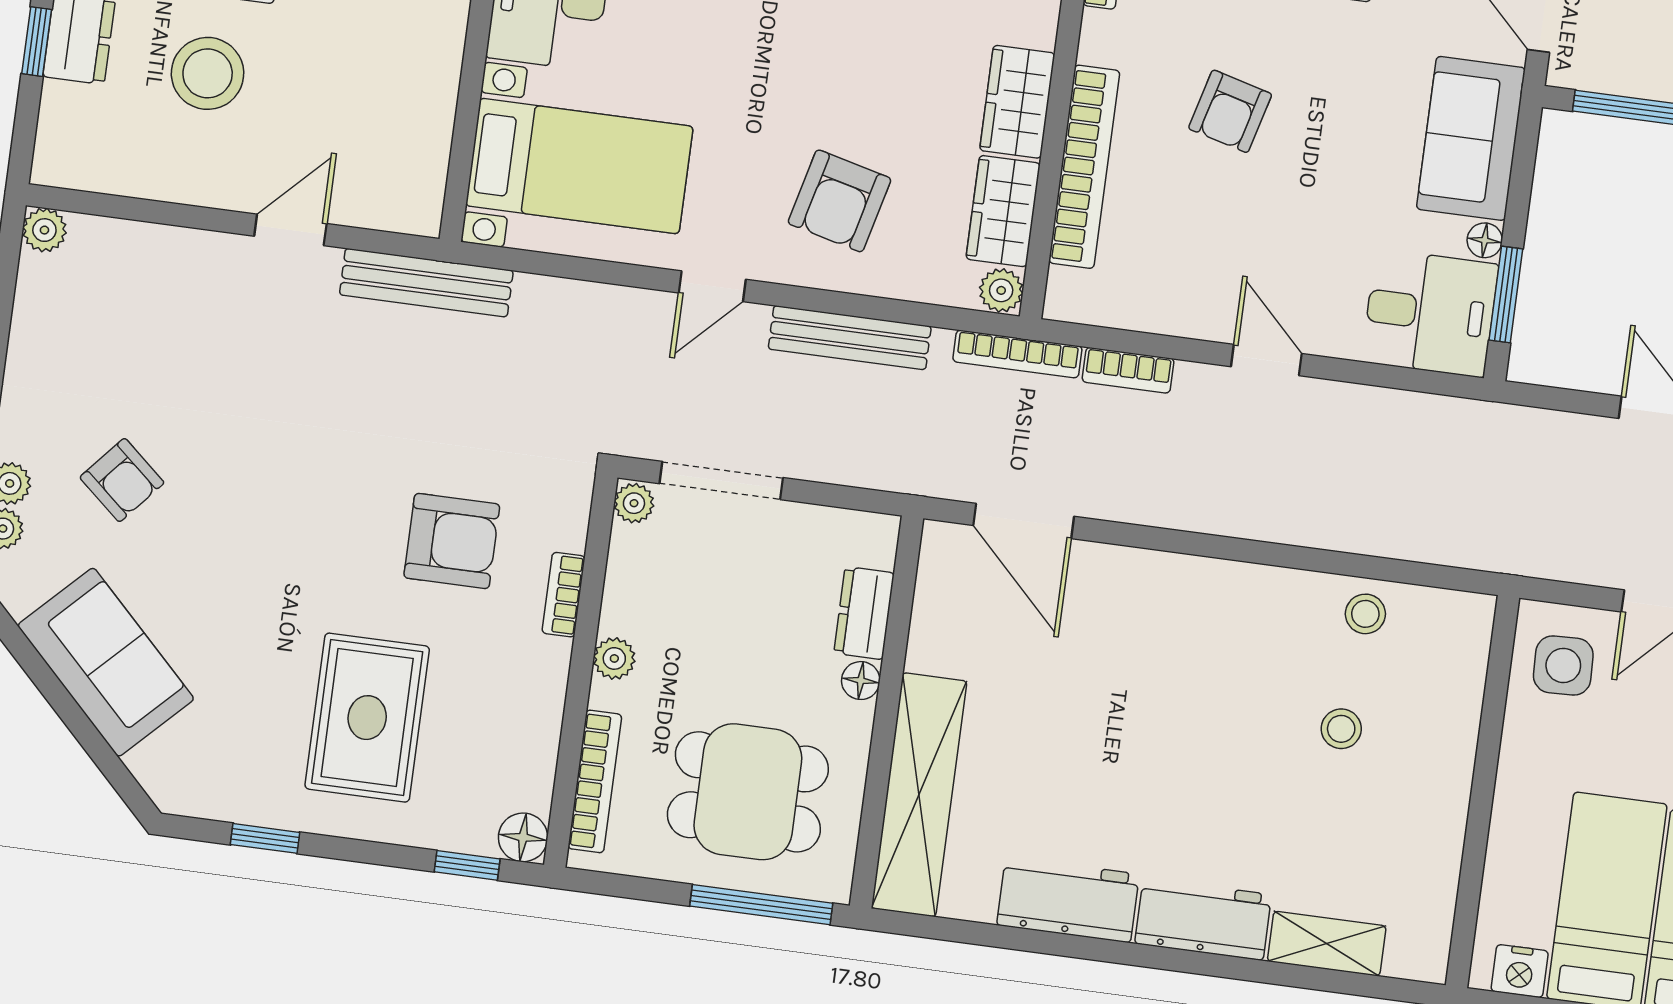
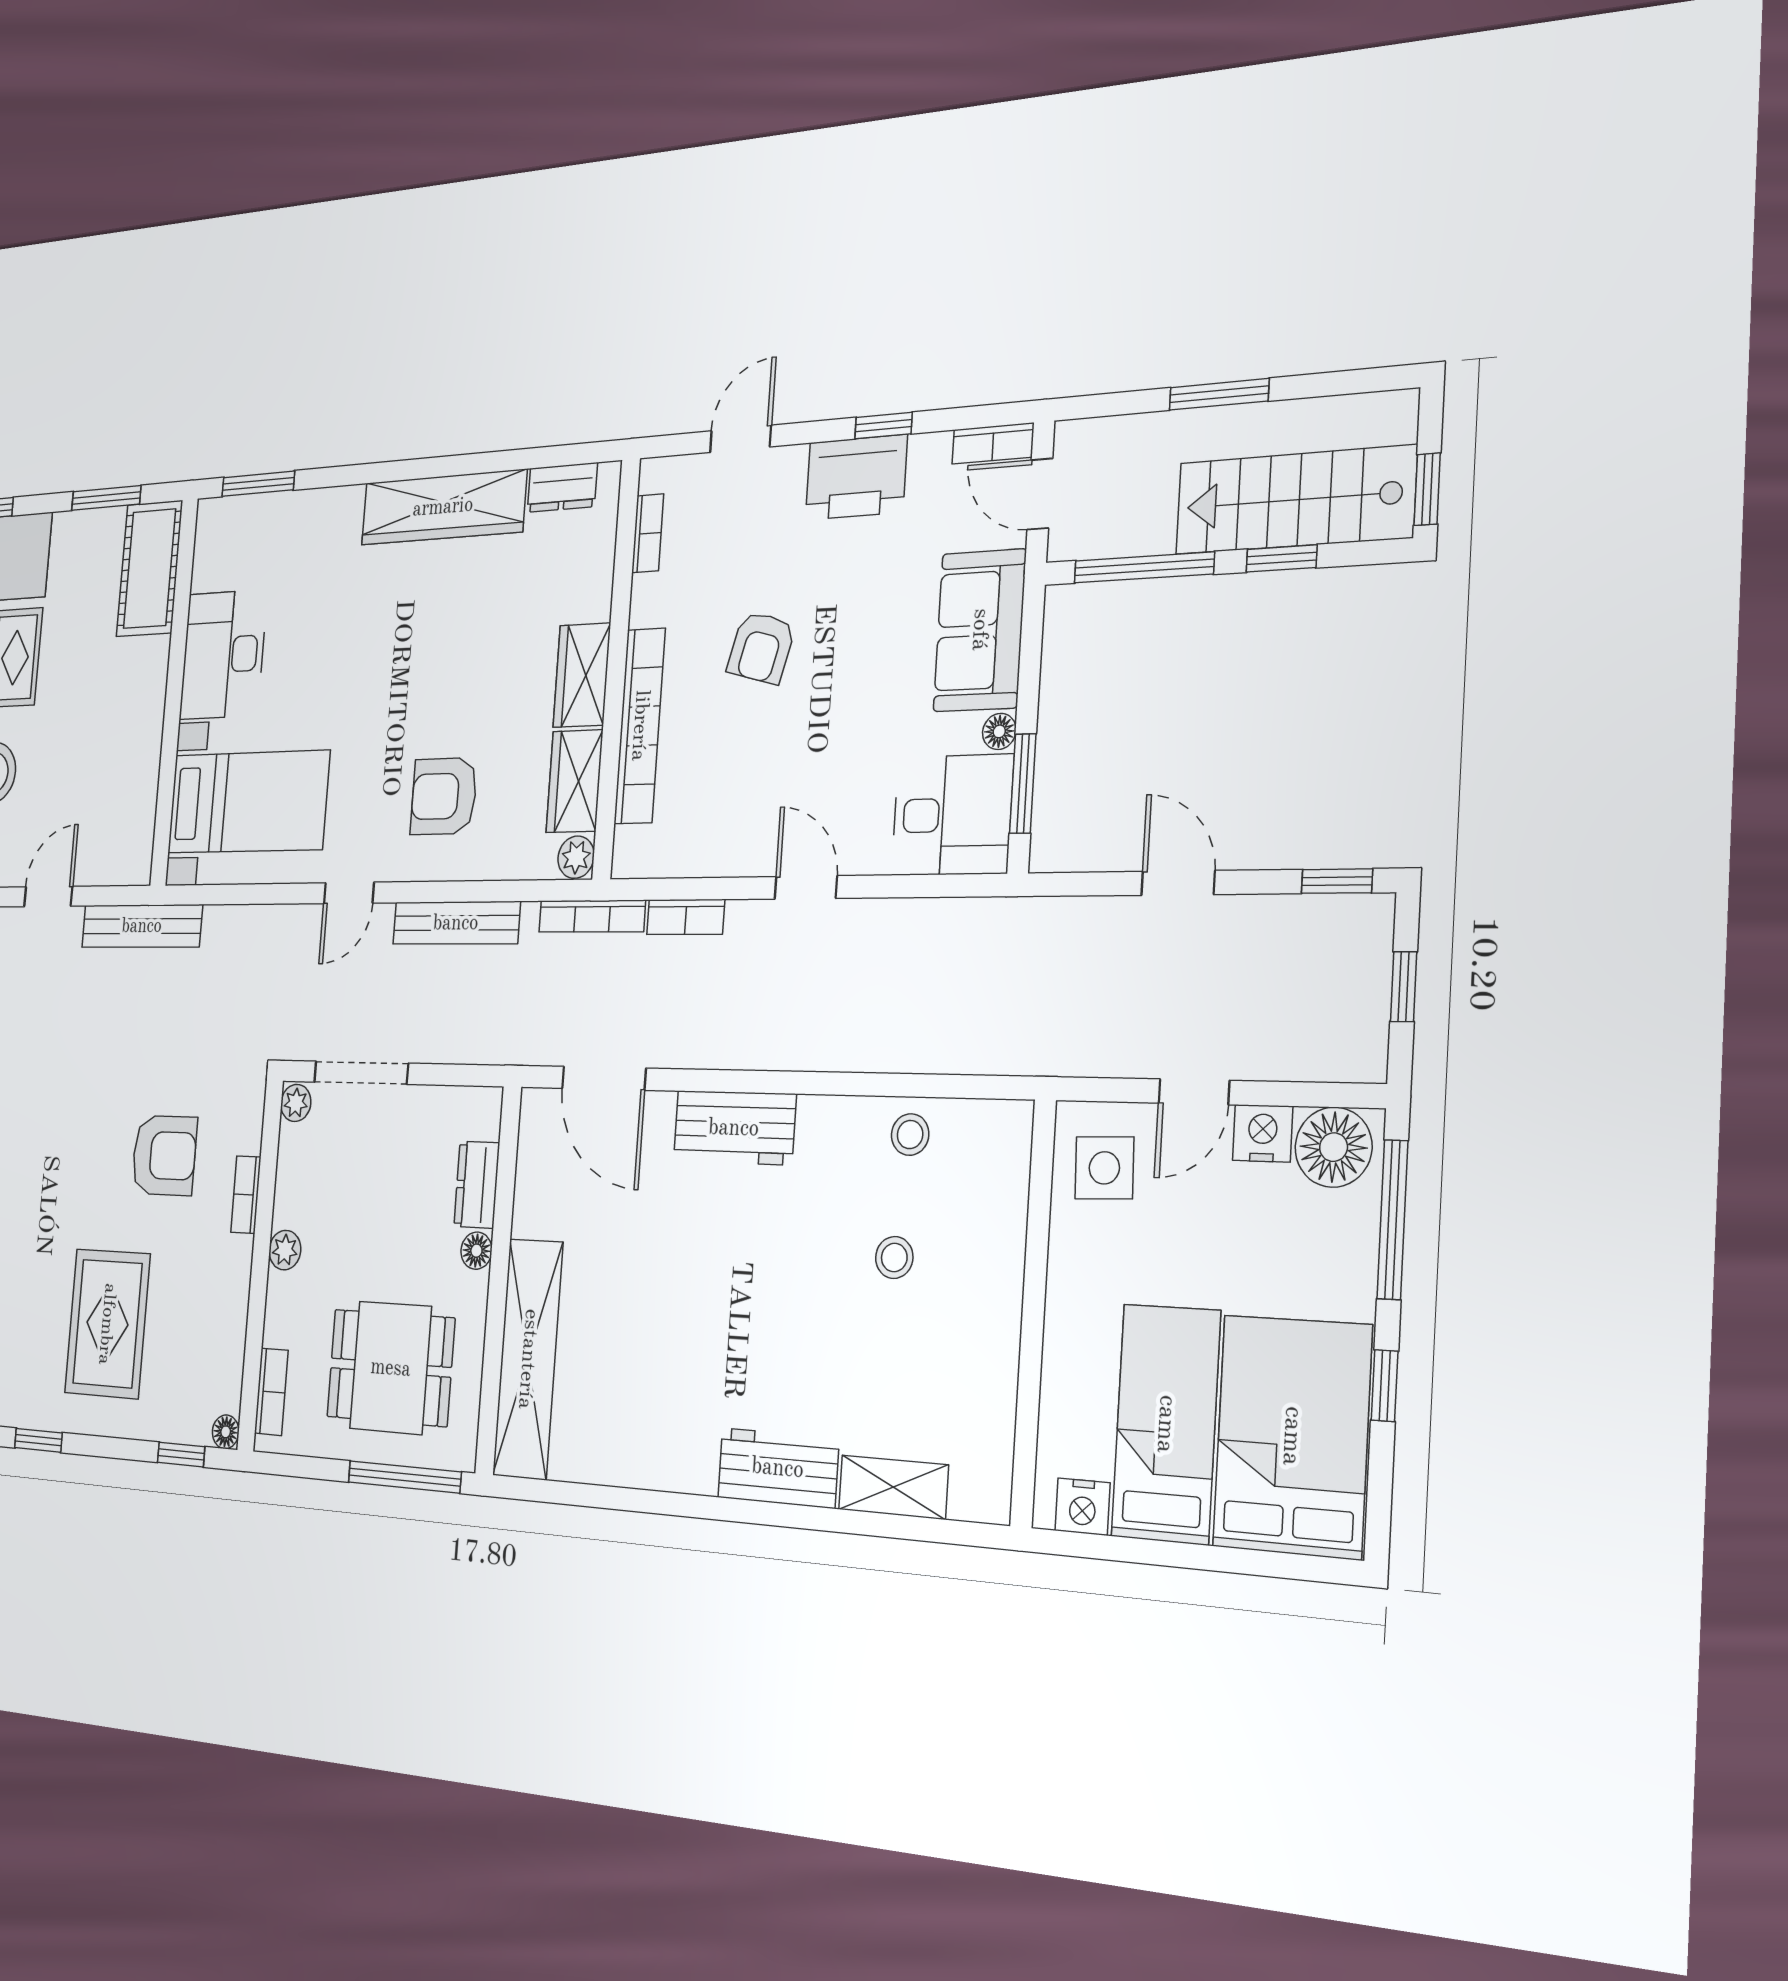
armchair: (839, 201) -> (444, 796), turned 76
bookcase: (595, 781) -> (271, 1392), width x0.64
floor lamp: (523, 837) -> (226, 1432), width x0.73, depth x0.73
workbench: (1068, 900) -> (734, 1128), moved, turned 180

